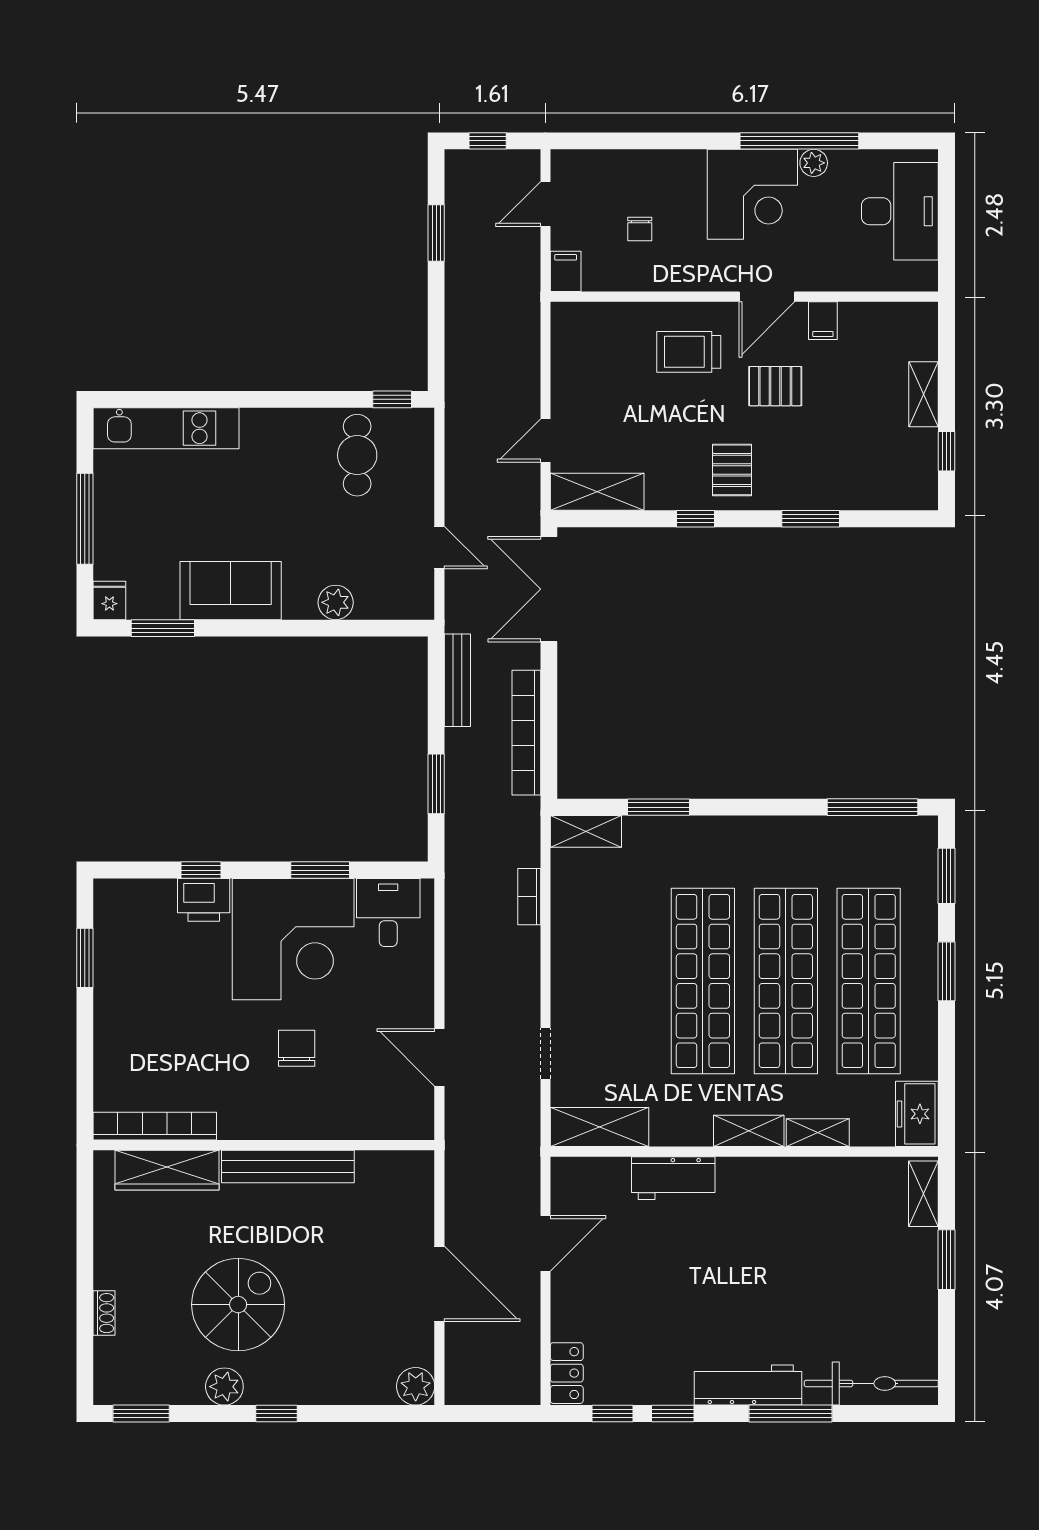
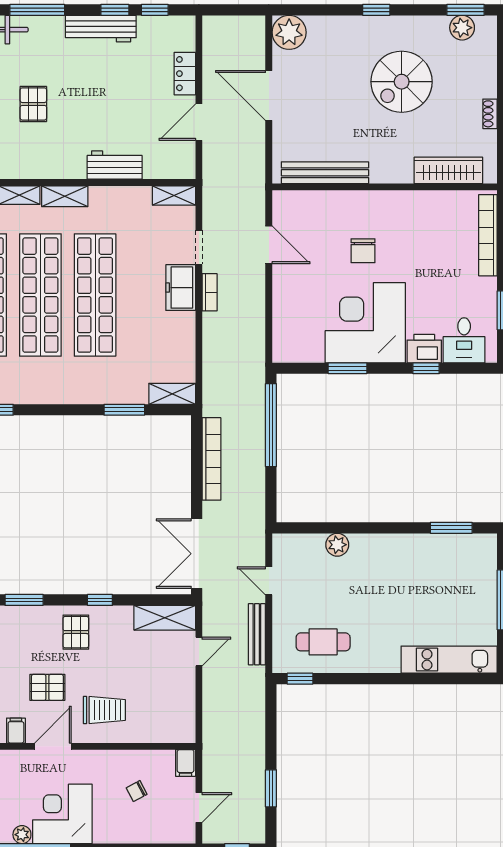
chair: (640, 229) -> (137, 791), turned -118
cafe table: (357, 455) -> (323, 642), turned 90
double door: (549, 589) -> (197, 554), swing flipped
sofa: (231, 591) -> (407, 553), removed
fridge: (109, 600) -> (486, 546), removed
bench: (457, 680) -> (257, 634), moved
window: (436, 784) -> (271, 425), width x2.11
bookcase: (529, 897) -> (210, 292), moved
desk: (388, 912) -> (464, 340), moved
freezer: (573, 992) -> (181, 288), added
bookcase: (155, 1126) -> (488, 235), moved, turned 90
shelving: (600, 1127) -> (174, 195), width x0.67, depth x0.75
bench: (288, 1167) -> (325, 173), moved
pallet: (796, 1271) -> (33, 104), added
shoe rack: (104, 1313) -> (490, 114), moved
locker: (567, 1373) -> (185, 74), moved
workbench: (748, 1385) -> (101, 29), moved
plant: (416, 1386) -> (289, 32), width x1.36, depth x1.36
plant: (224, 1387) -> (462, 28), moved

